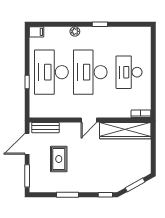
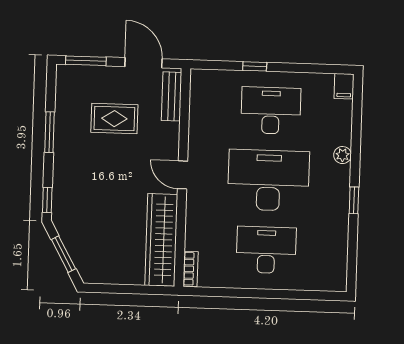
desk: (51, 72) -> (271, 111), width x0.73, depth x0.77

